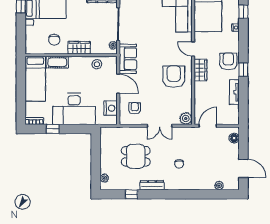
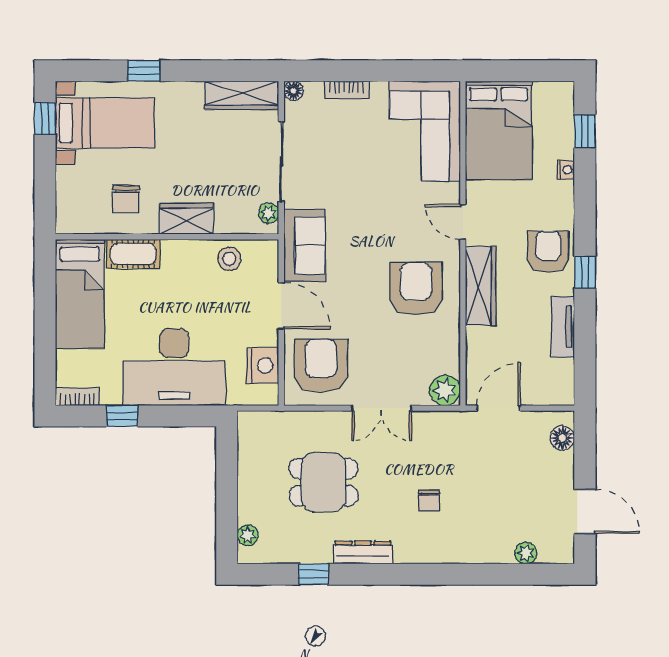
wardrobe: (200, 70) -> (481, 286), width x1.50
armchair: (135, 108) -> (321, 366), width x1.88, depth x1.88

